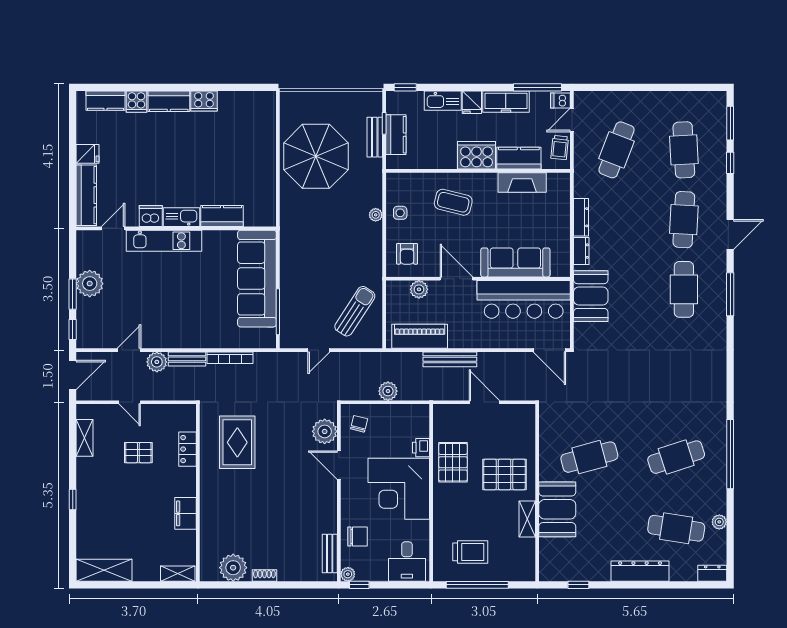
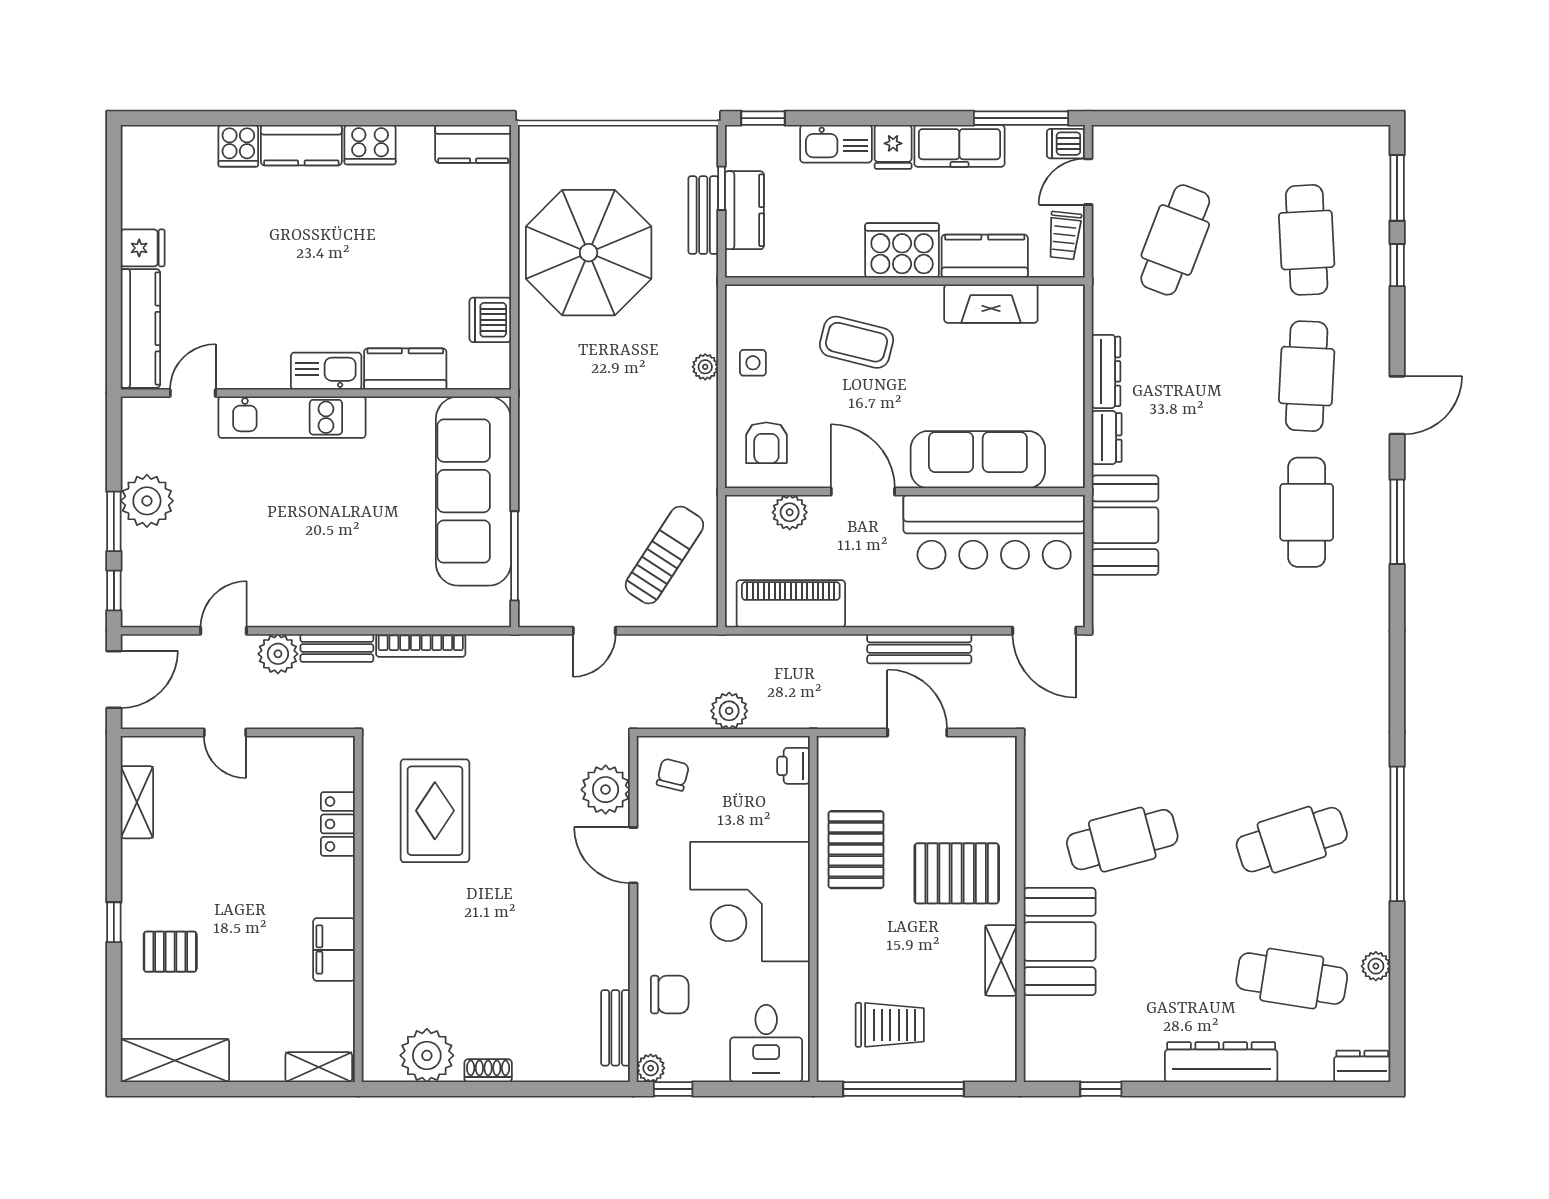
kitchen counter: (105, 101) -> (473, 144), moved
dishwasher: (151, 216) -> (490, 320), moved, turned -90
bench: (450, 359) -> (919, 649), moved
printer: (421, 448) -> (794, 766), moved
pallet: (138, 453) -> (170, 952), moved

